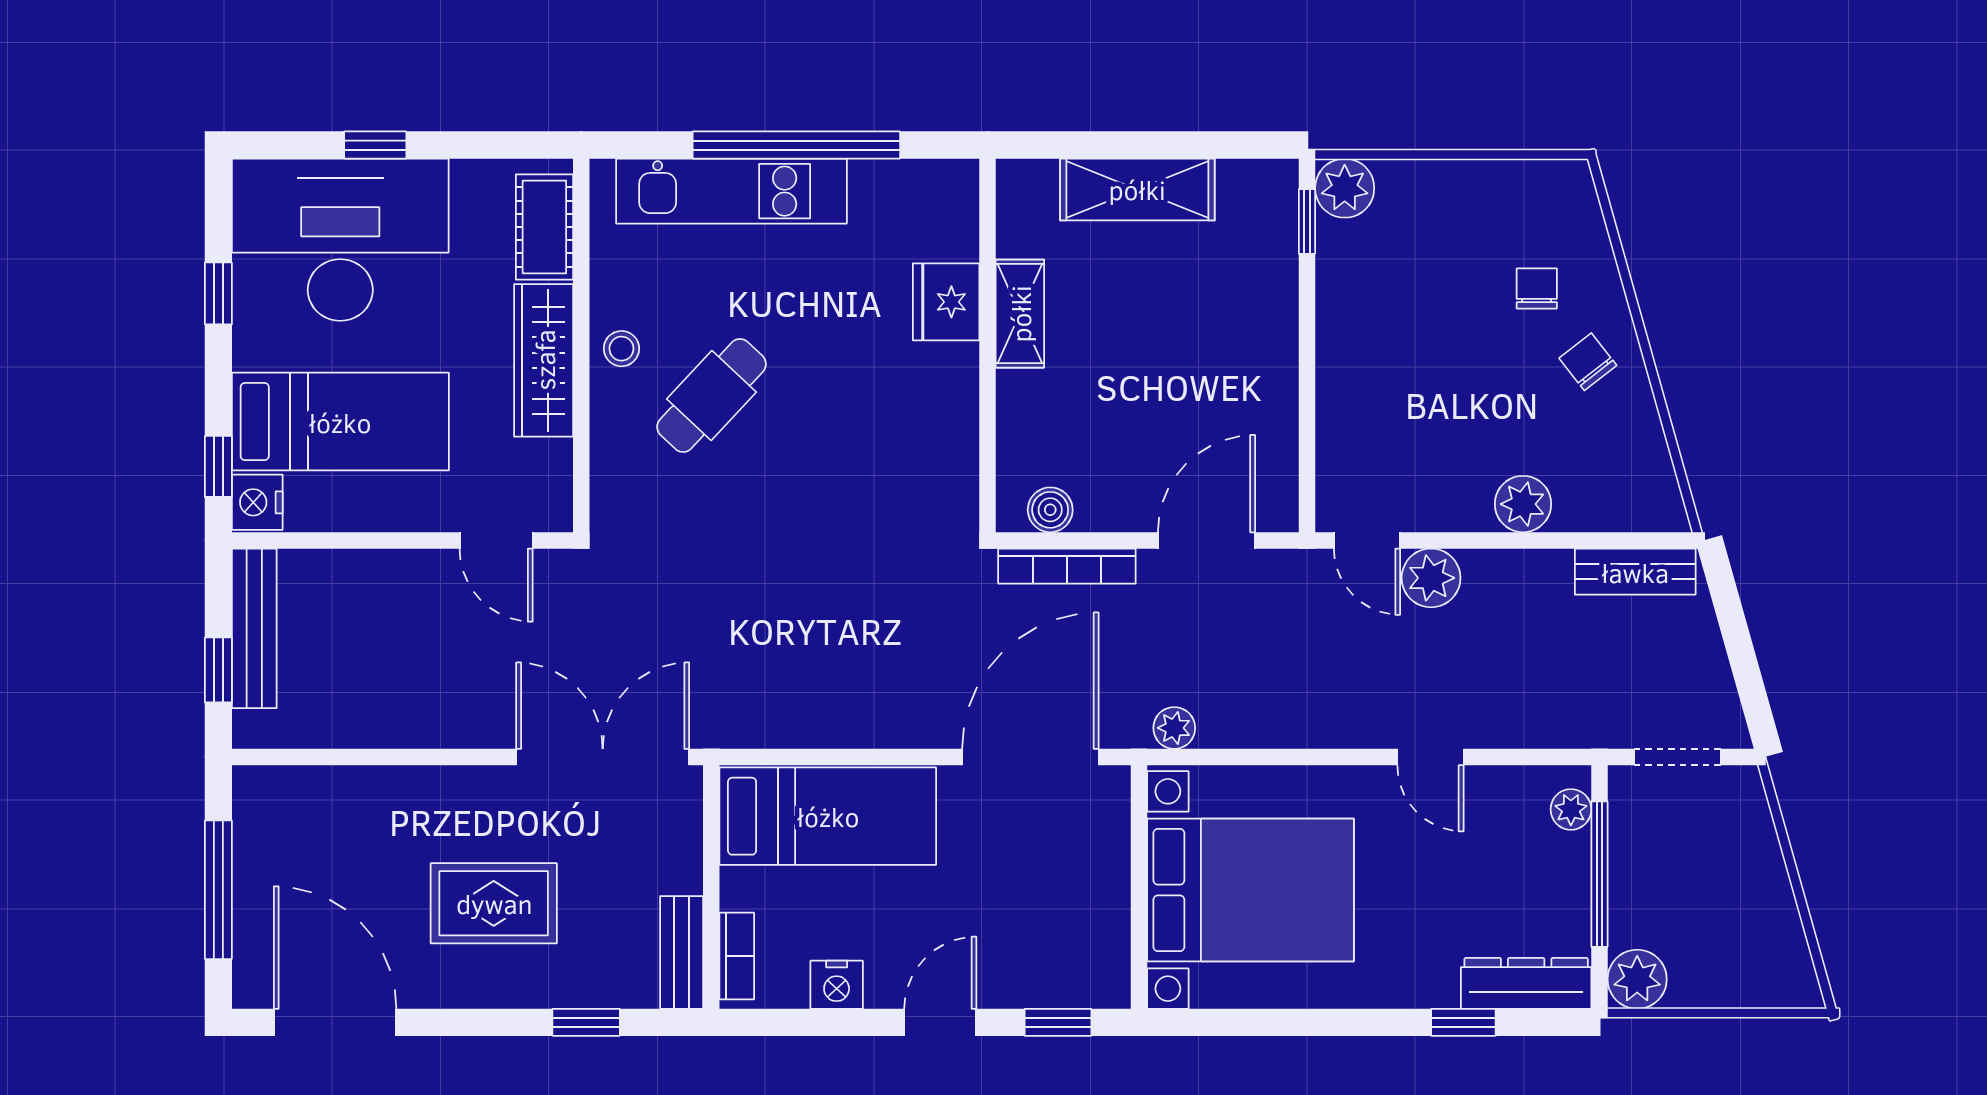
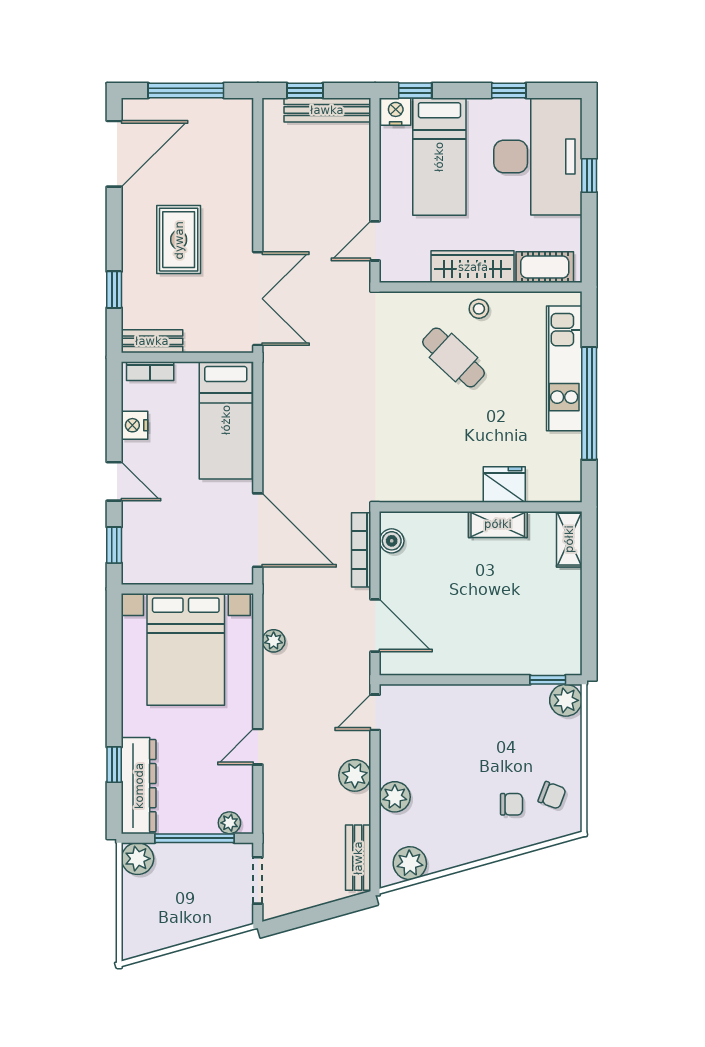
shelving: (1137, 189) -> (569, 539), moved, width x0.67, depth x0.75
chair: (1588, 362) -> (552, 795), moved, turned 59
plant: (1646, 476) -> (410, 863), added
plant: (1431, 578) -> (355, 775), moved
plant: (1174, 728) -> (274, 641), moved
dresser: (1526, 983) -> (139, 786), width x1.37, depth x1.24

